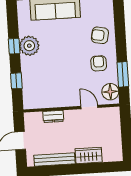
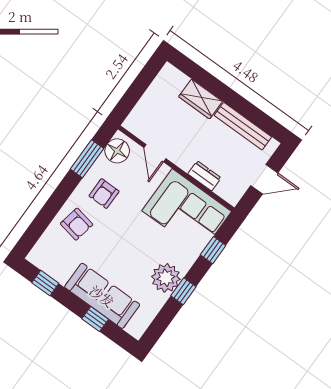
corner sofa: (47, 90) -> (187, 211), added

